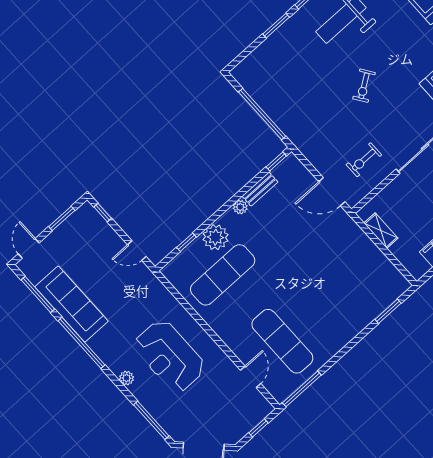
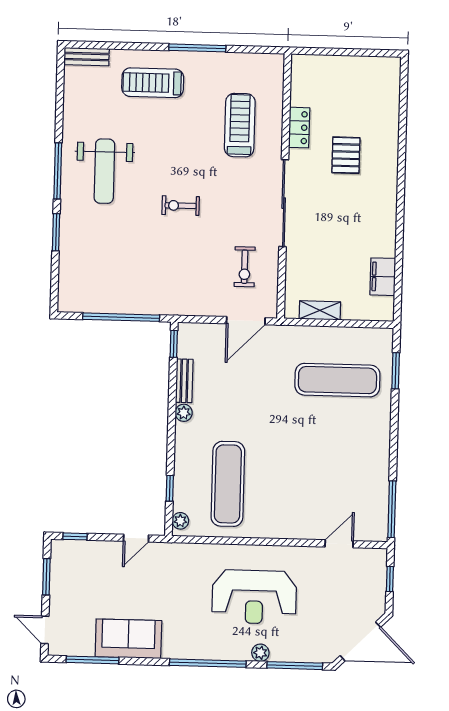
exercise bike: (364, 86) -> (181, 206), turned 124
plant: (215, 237) -> (180, 521), moved, width x0.53, depth x0.53
sofa: (71, 304) -> (128, 639), width x0.73
exercise mat: (282, 341) -> (337, 380), moved
window: (81, 343) -> (208, 663), moved
door: (251, 377) -> (339, 544), hinge flipped
plant: (126, 378) -> (260, 653), moved

